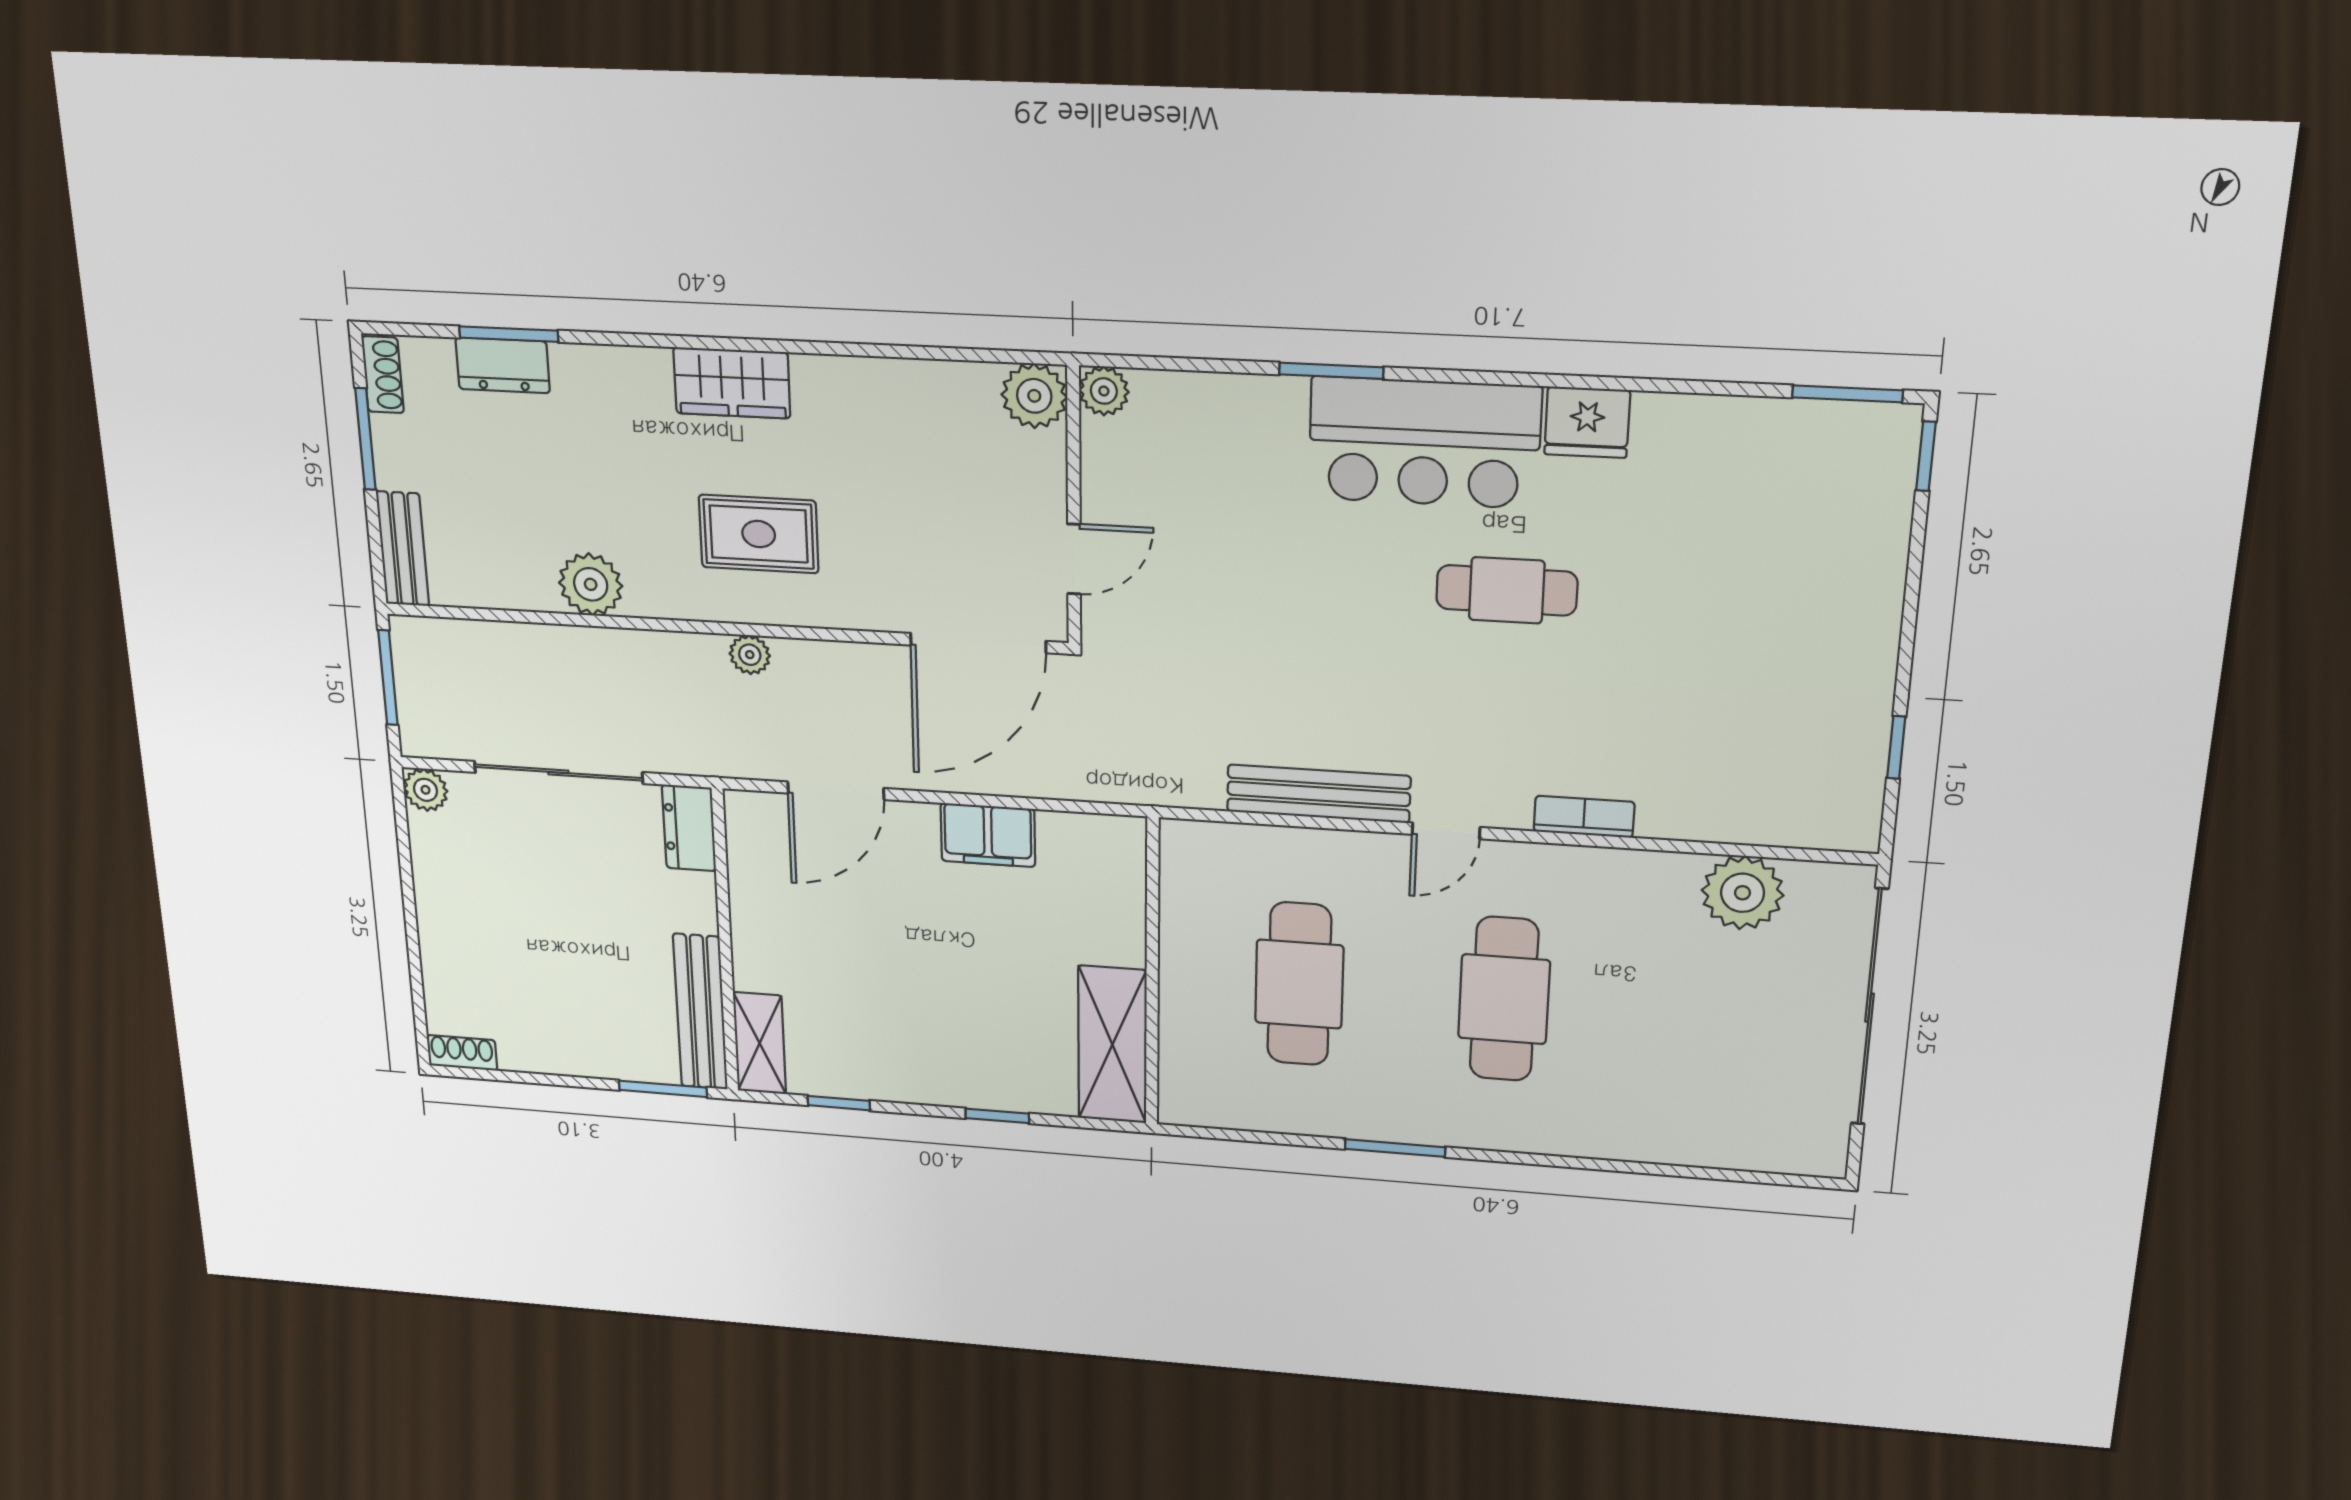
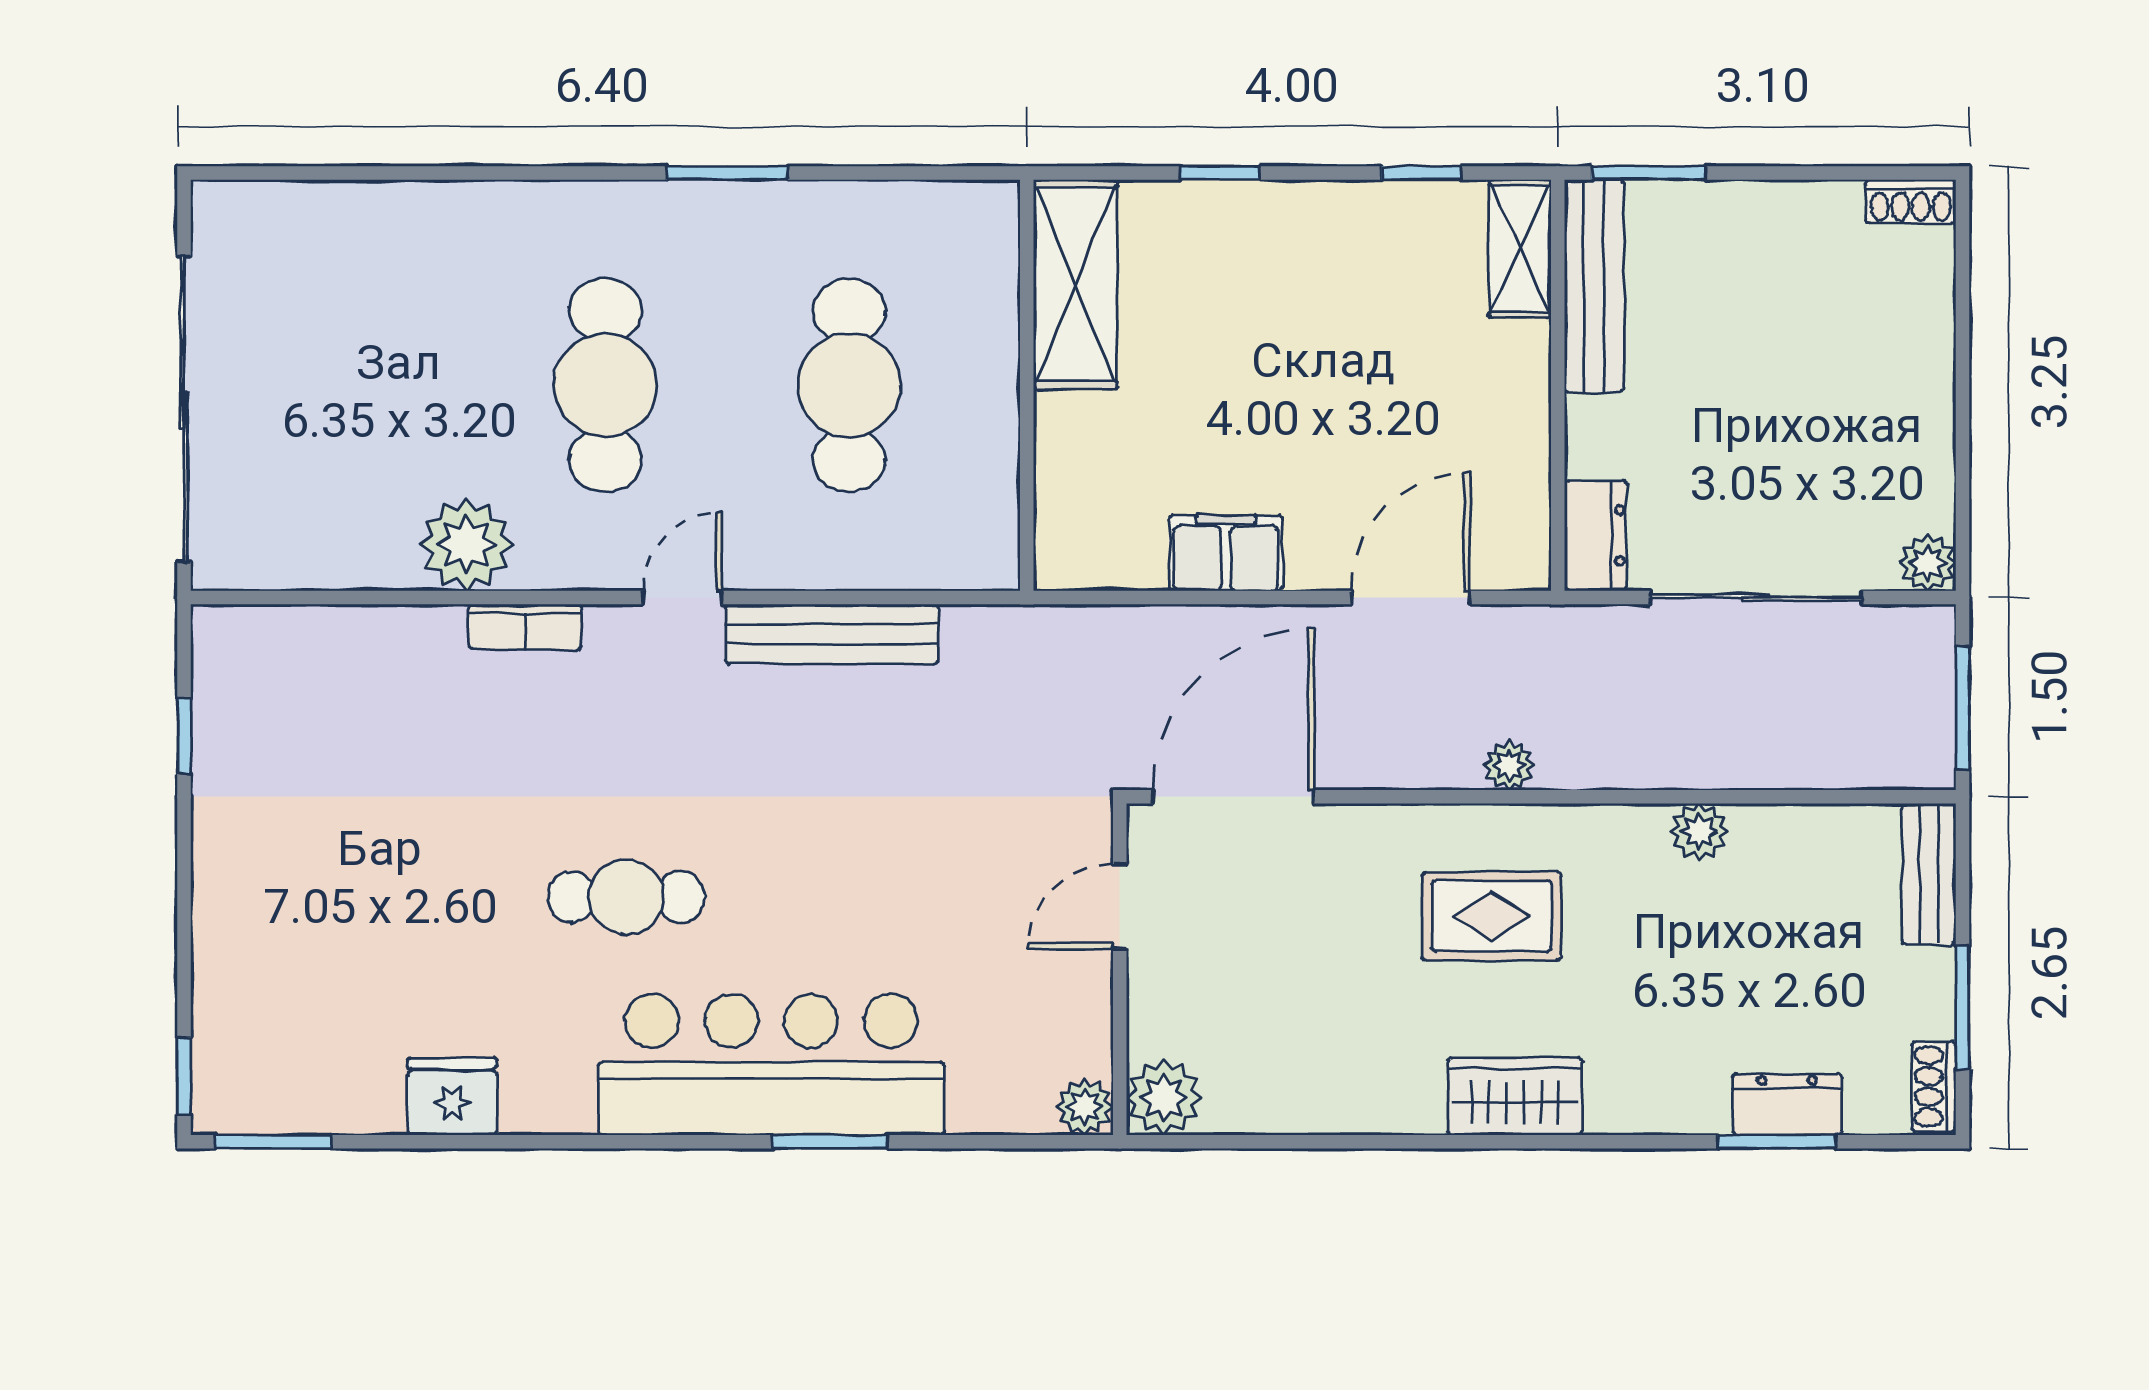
fridge: (1587, 422) -> (452, 1097), moved
bar counter: (1424, 443) -> (771, 1065), width x1.36
plant: (591, 584) -> (1699, 832), width x0.73, depth x0.73
plant: (1743, 893) -> (466, 544), moved

